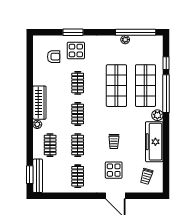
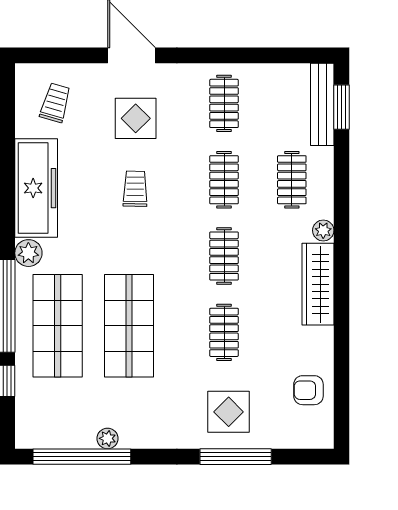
window: (73, 32) -> (236, 457), width x1.44
armchair: (54, 57) -> (308, 390), moved

